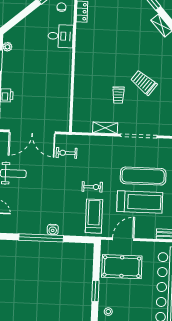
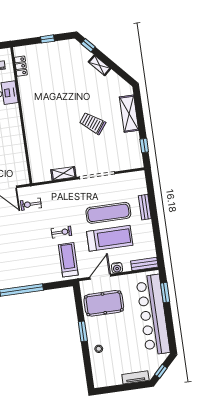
trolley: (118, 95) -> (70, 140), removed
water cooler: (53, 230) -> (117, 268), moved

